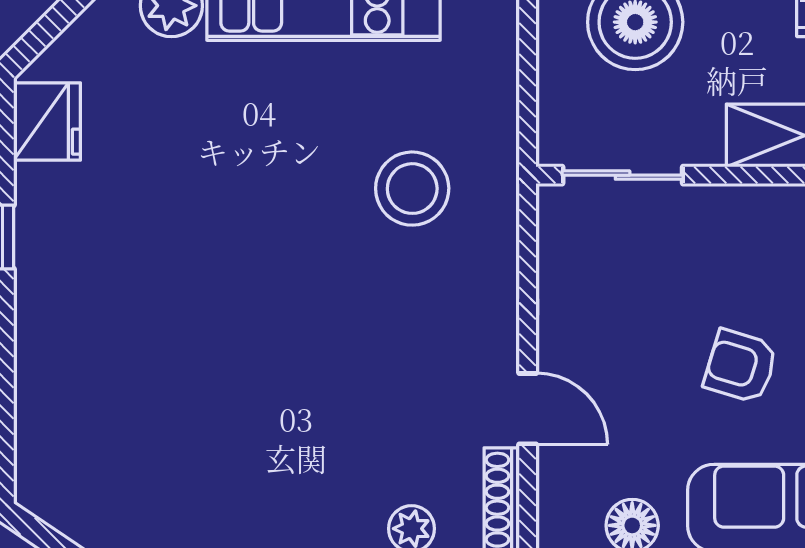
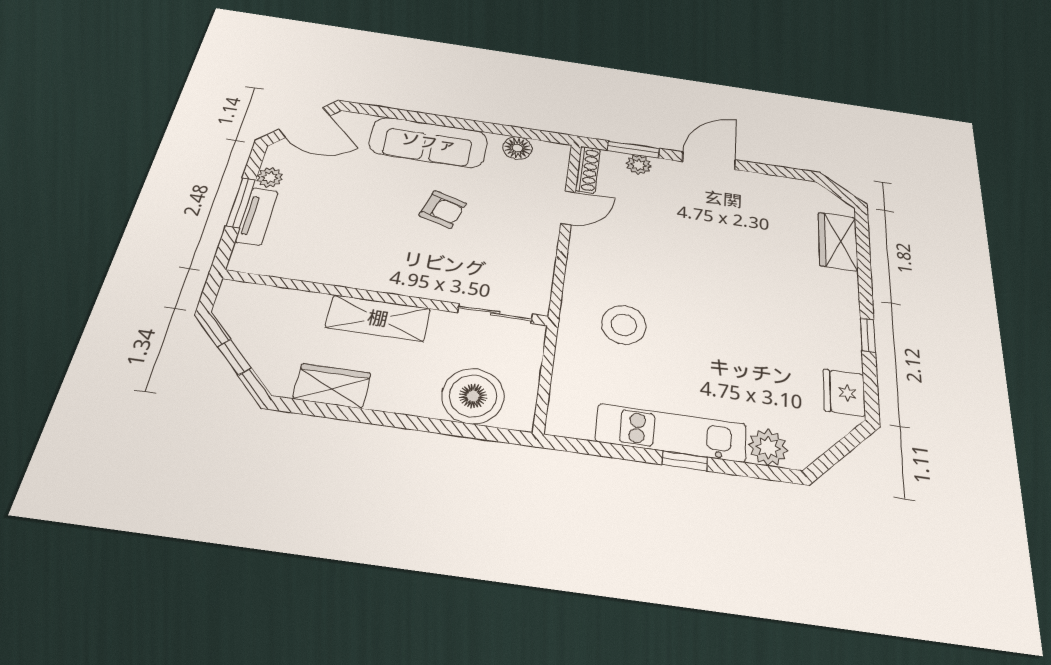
door: (528, 409) -> (568, 208), swing flipped
wardrobe: (48, 422) -> (838, 241), added

